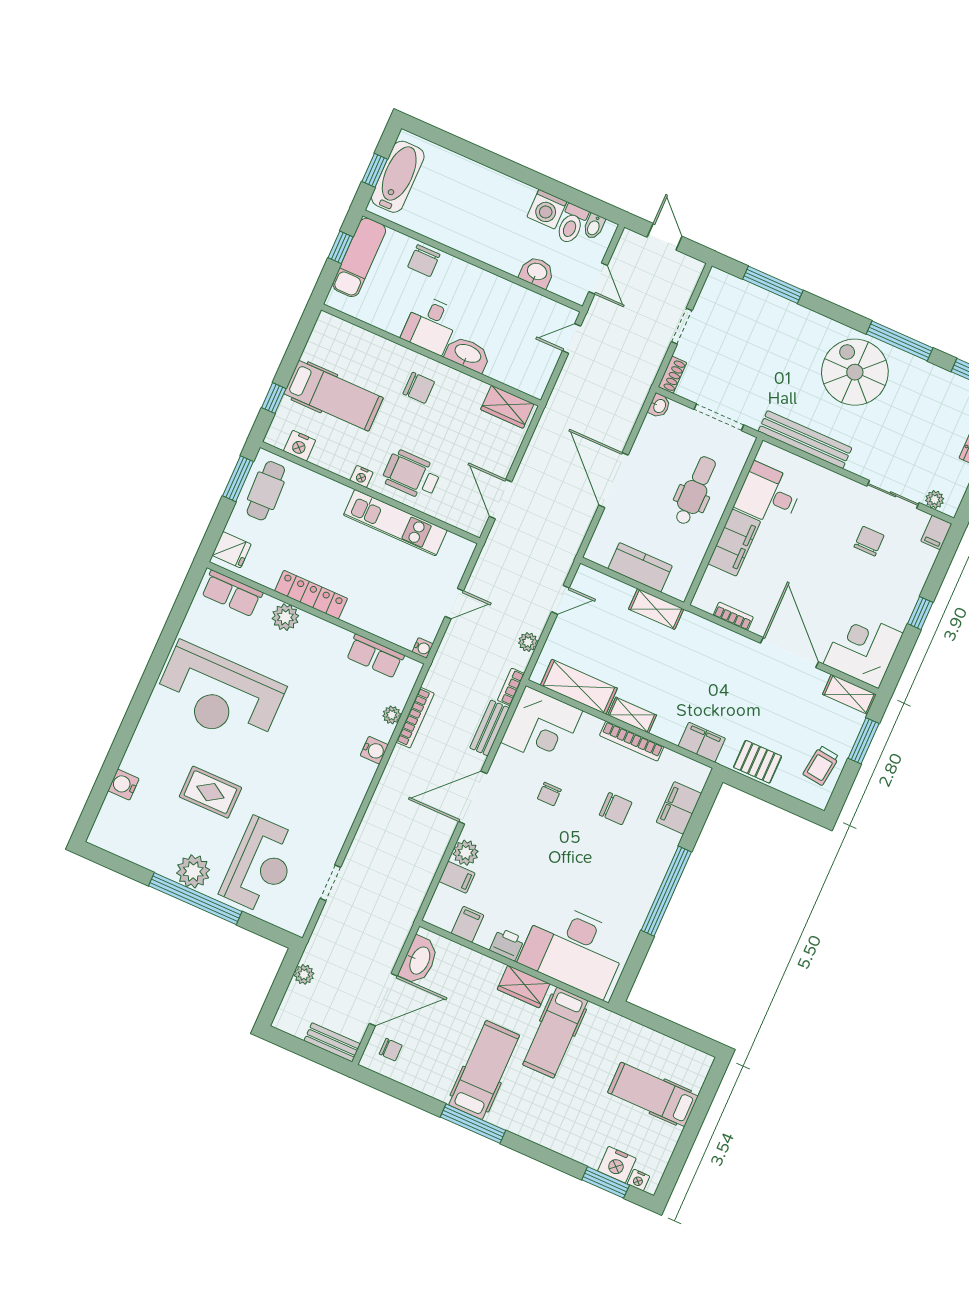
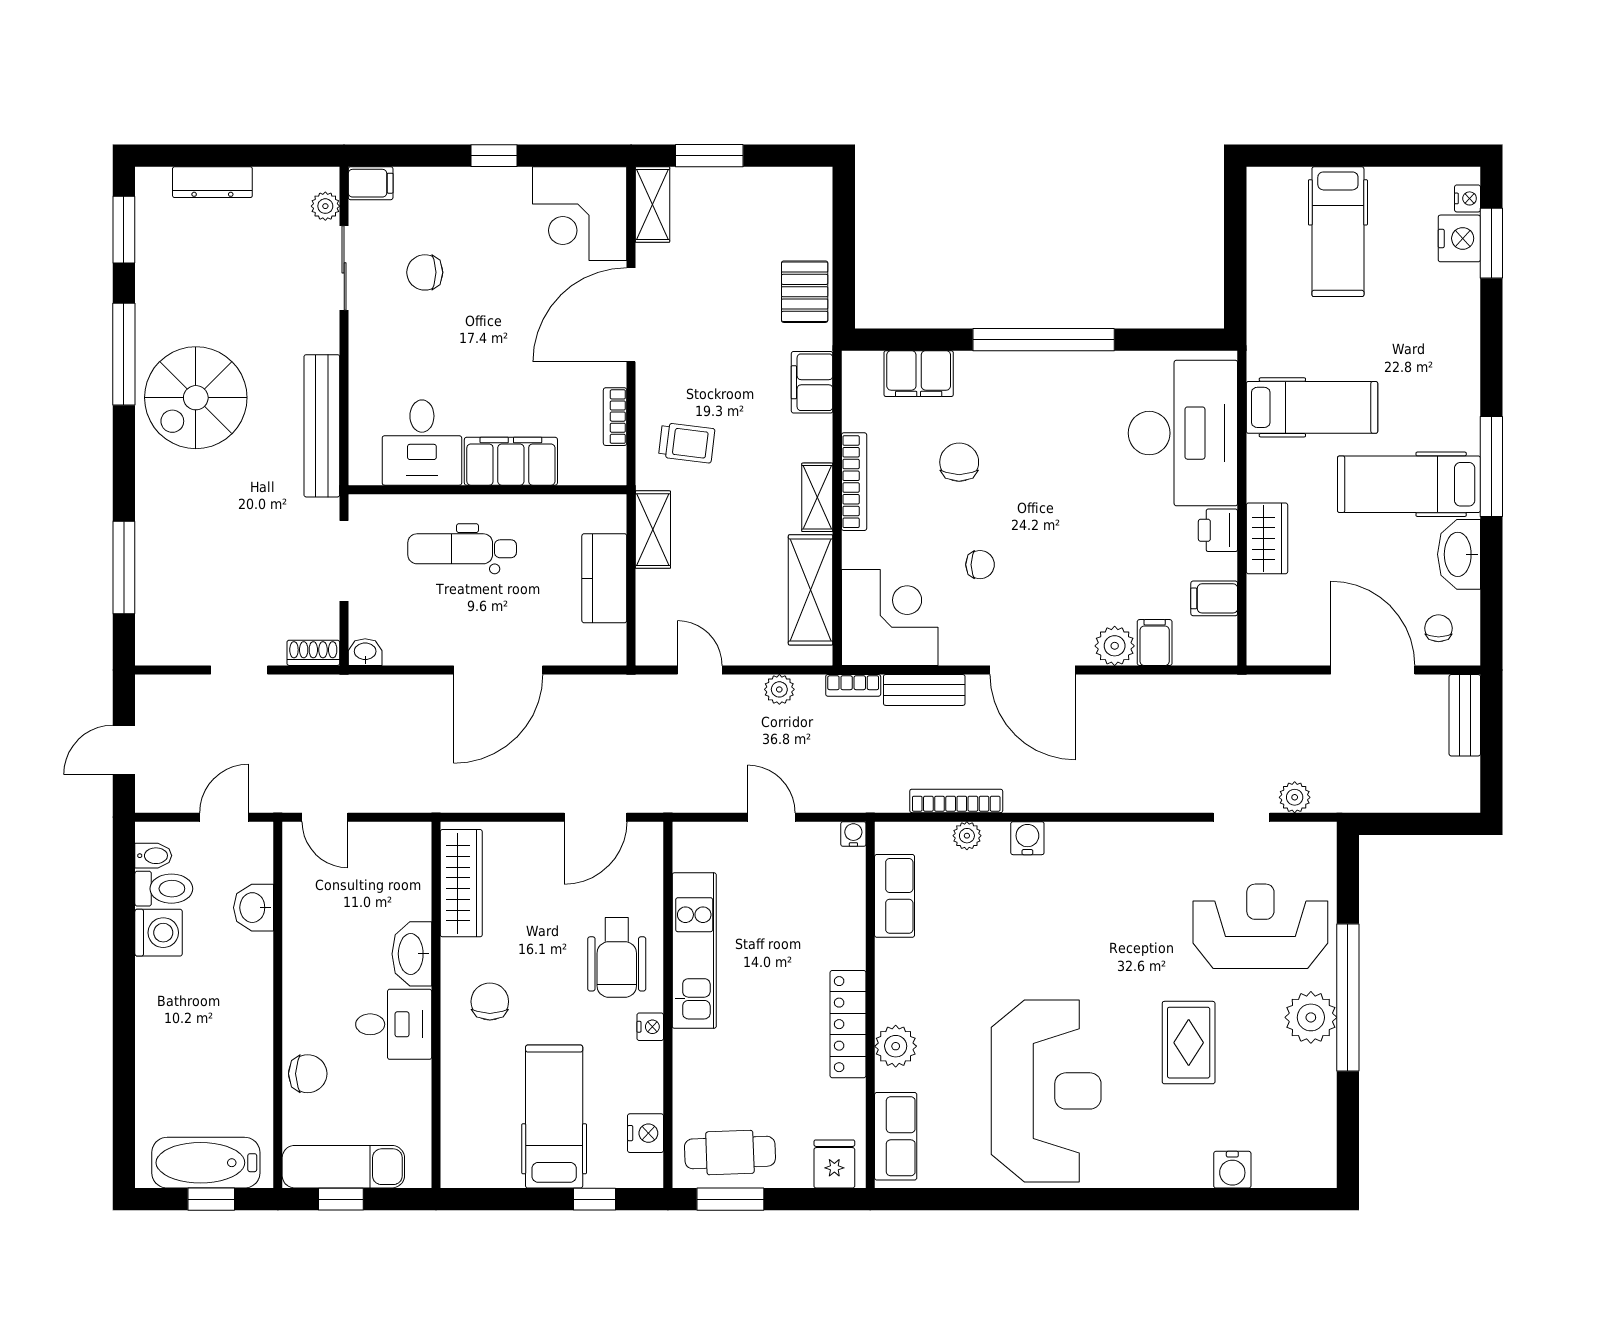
wardrobe: (507, 407) -> (461, 883), width x1.50
trolley: (821, 765) -> (687, 443), moved
washbasin: (419, 960) -> (1459, 554), moved, turned -90
plant: (304, 974) -> (1295, 797), moved
wardrobe: (524, 987) -> (1267, 538), moved

